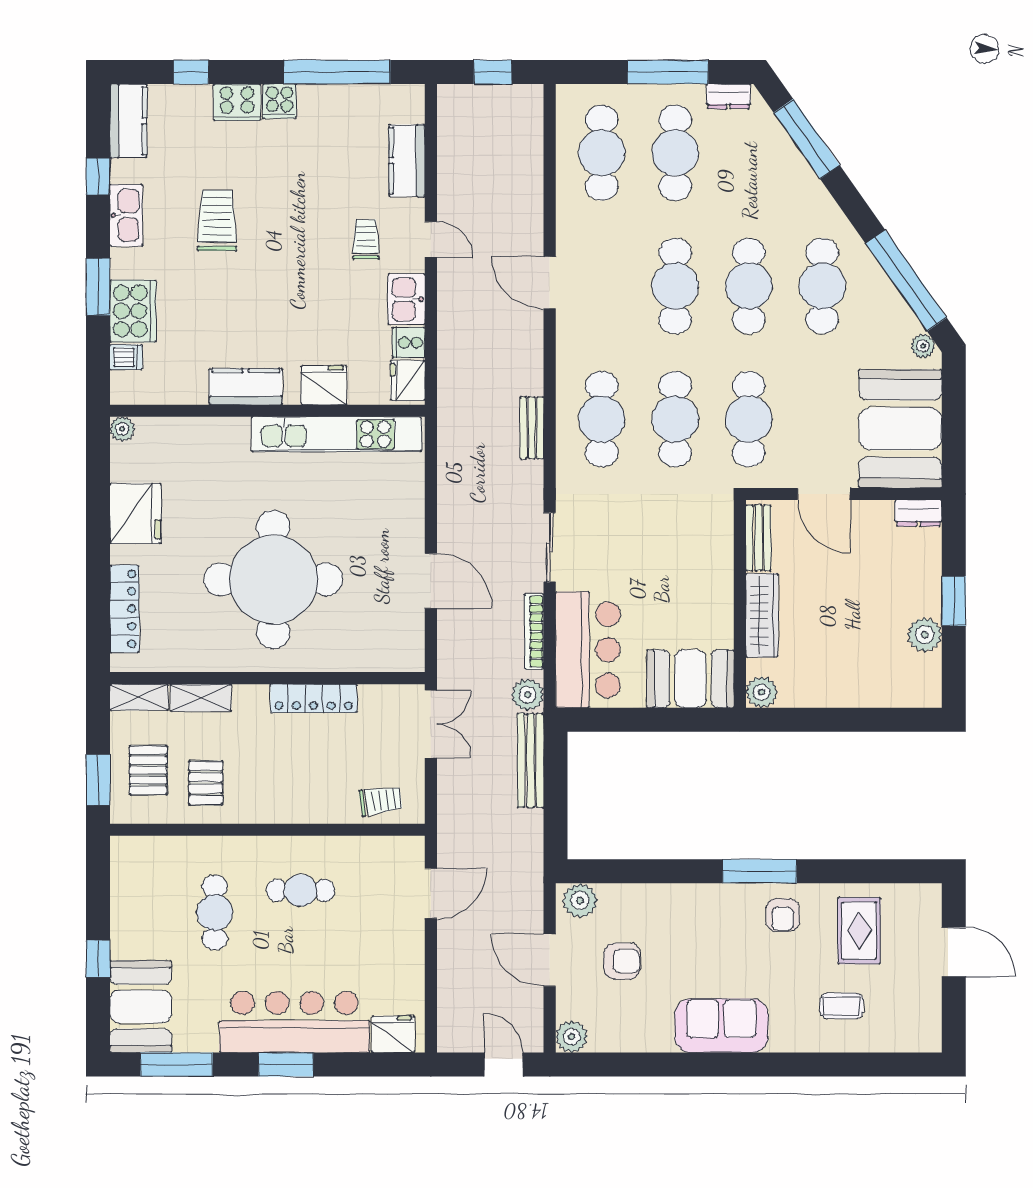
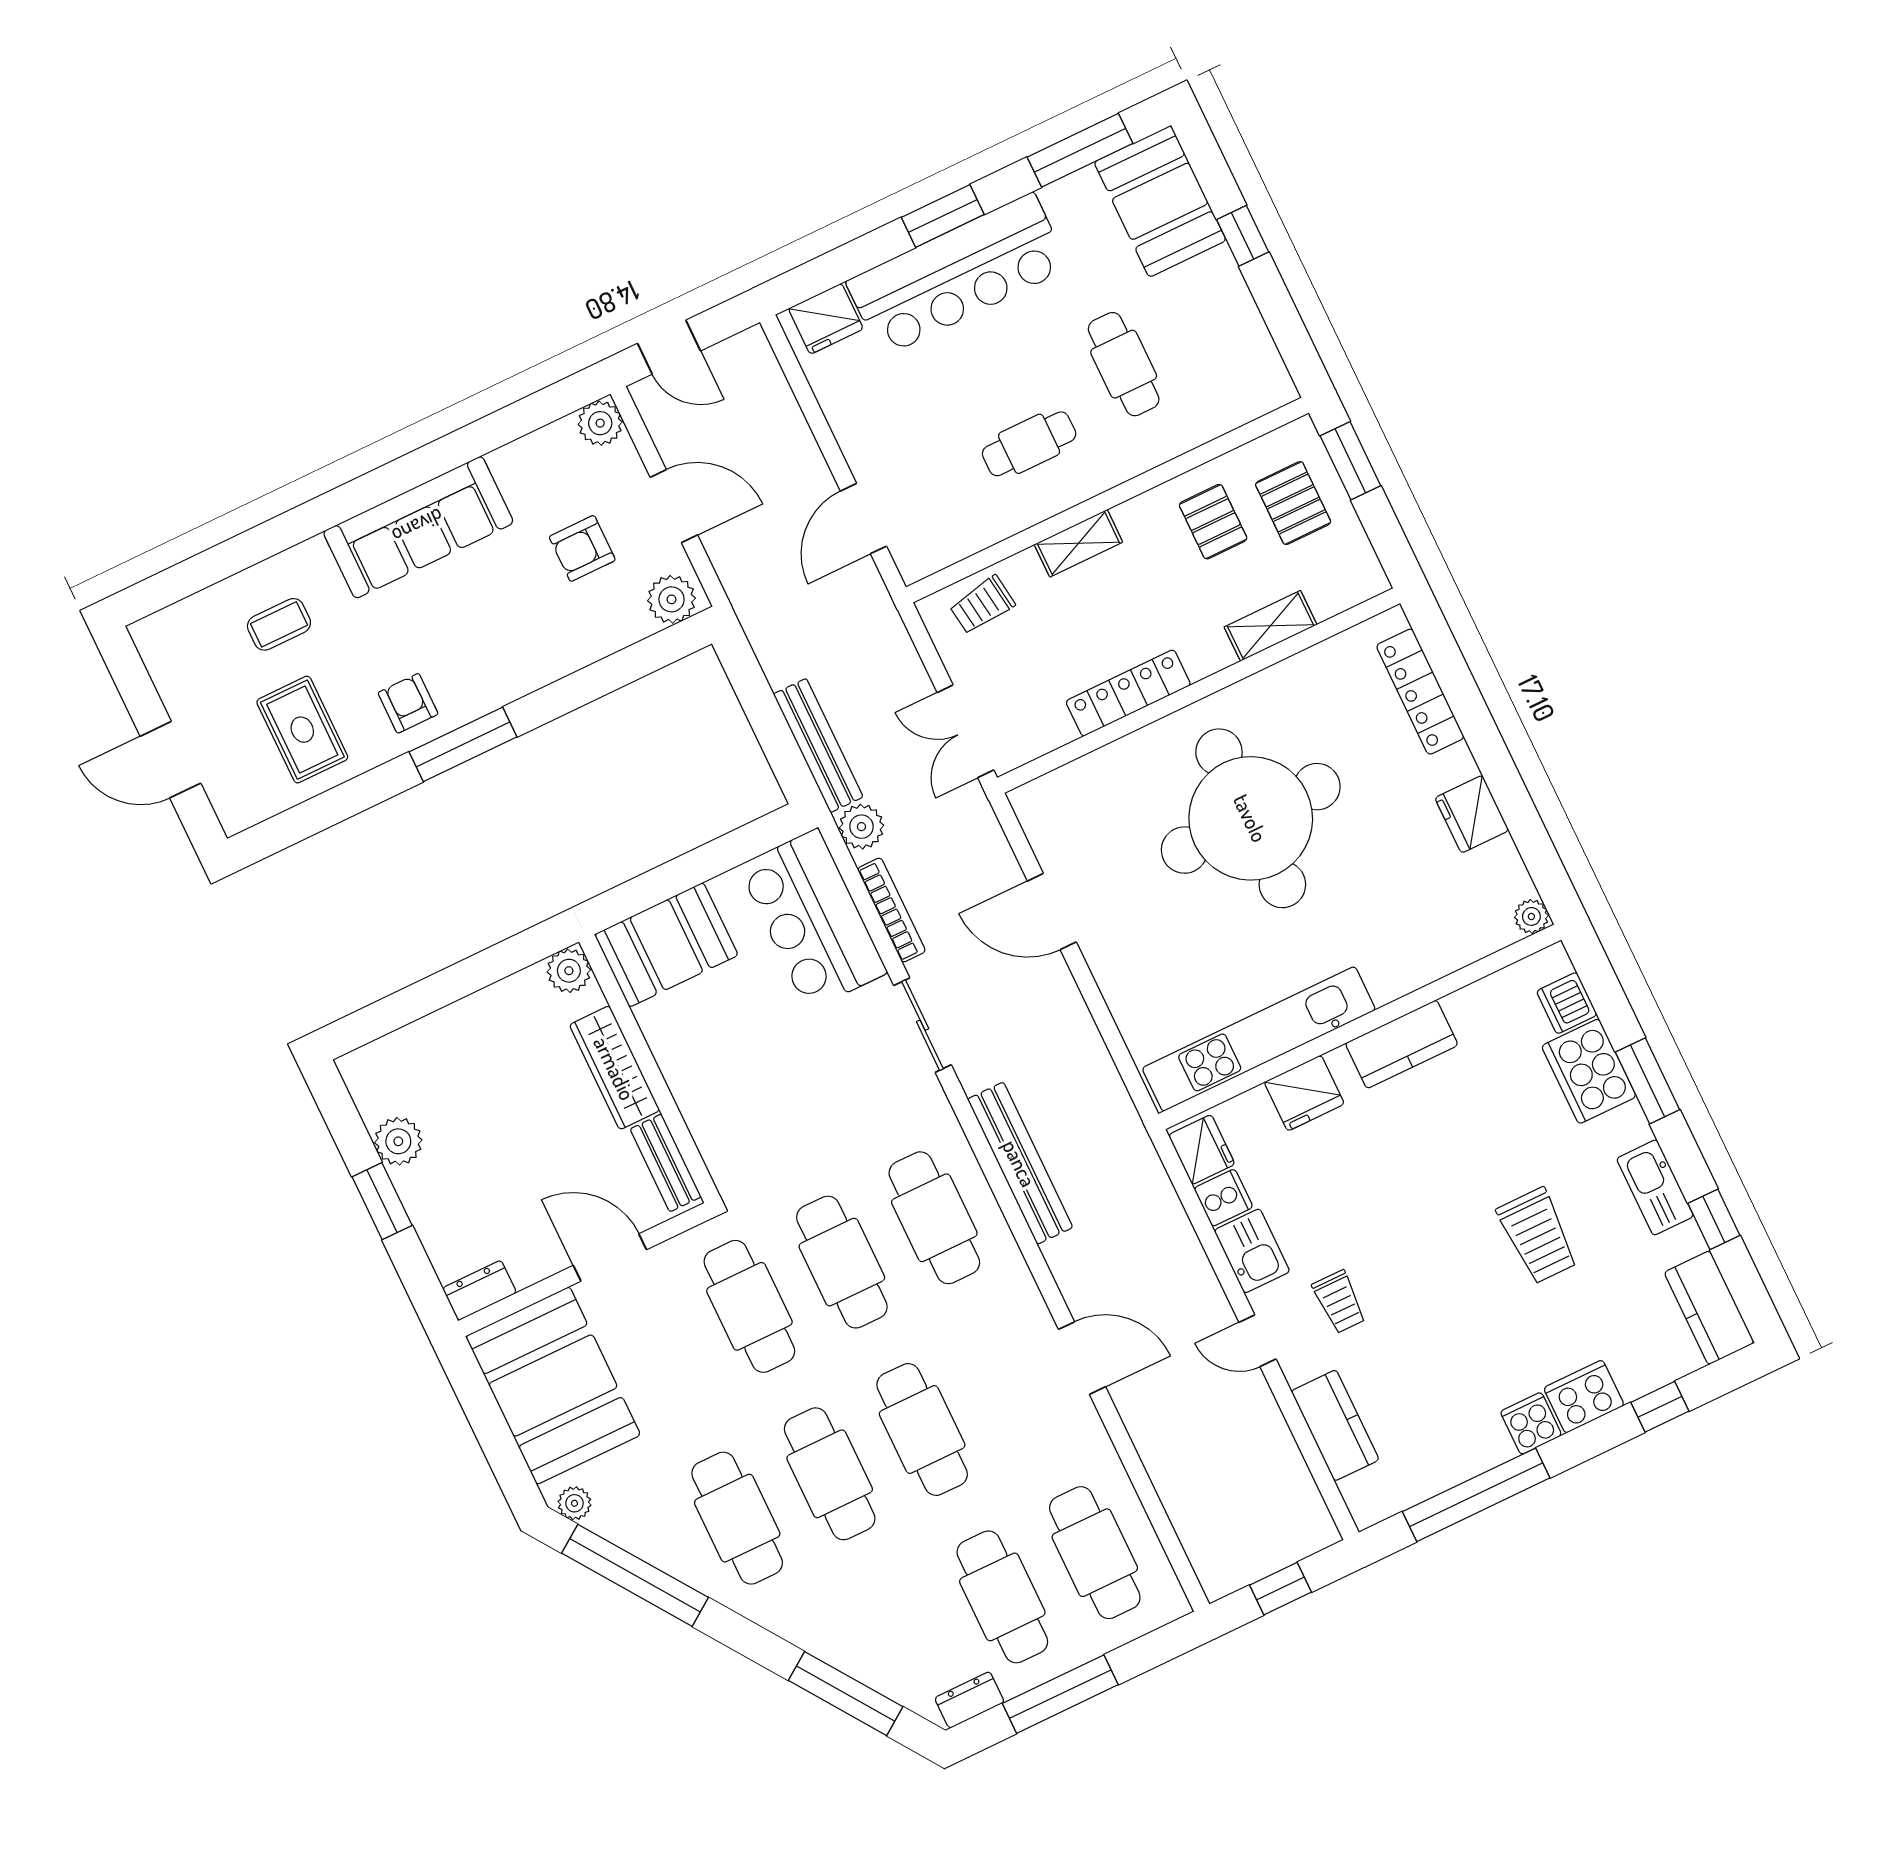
dishwasher: (126, 357) -> (1567, 1003), width x1.38
bench: (532, 428) -> (1020, 1163), width x1.86, depth x1.21
fridge: (135, 514) -> (1472, 814), width x0.73, depth x0.75
shelving: (139, 697) -> (1078, 543), moved
sofa: (721, 1026) -> (418, 527), width x1.36

